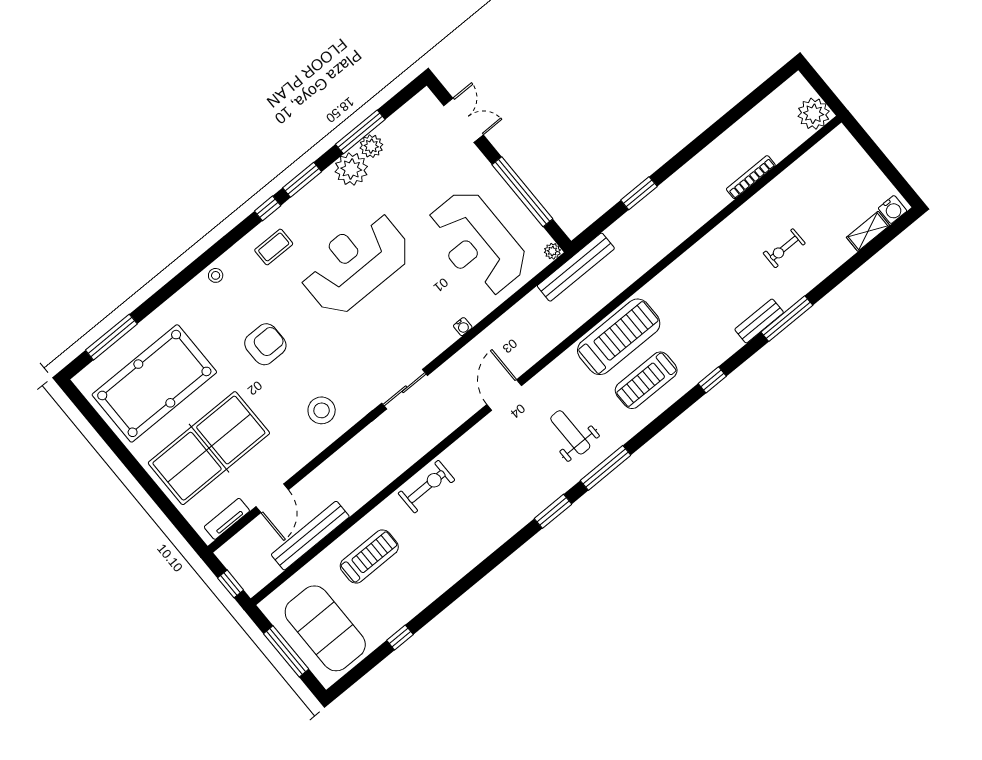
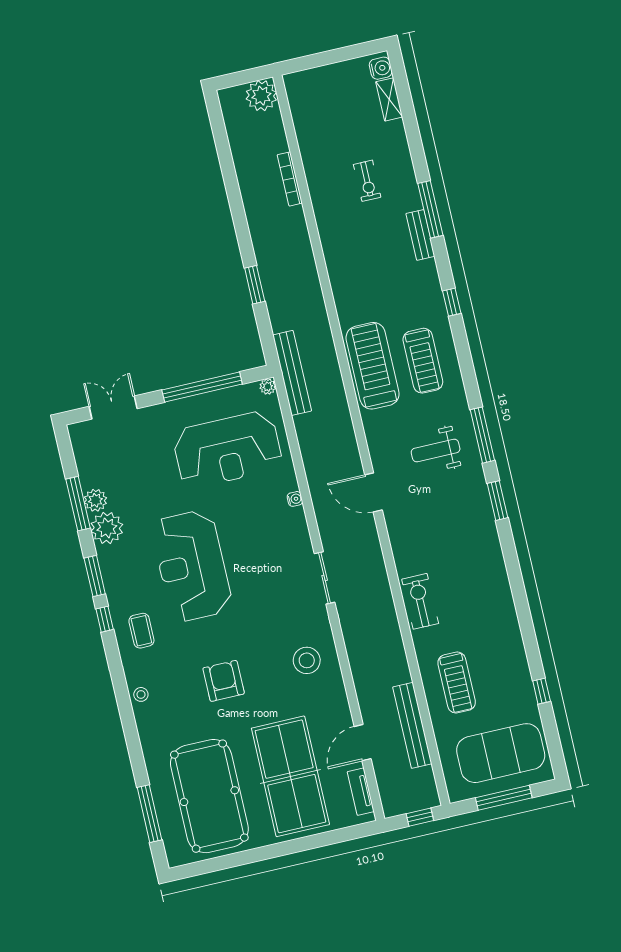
door: (272, 498) -> (363, 743), swing flipped
treadmill: (369, 556) -> (457, 683), turned 180

